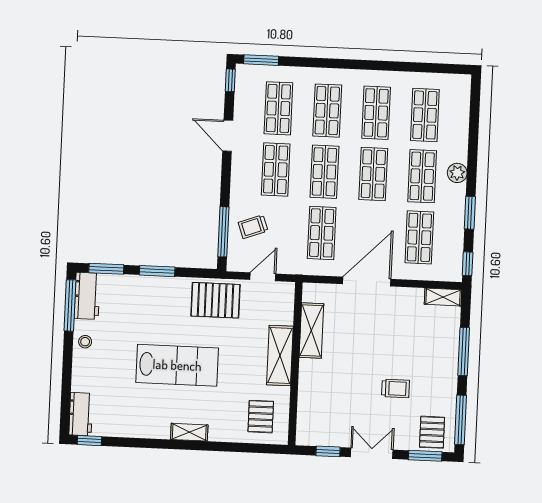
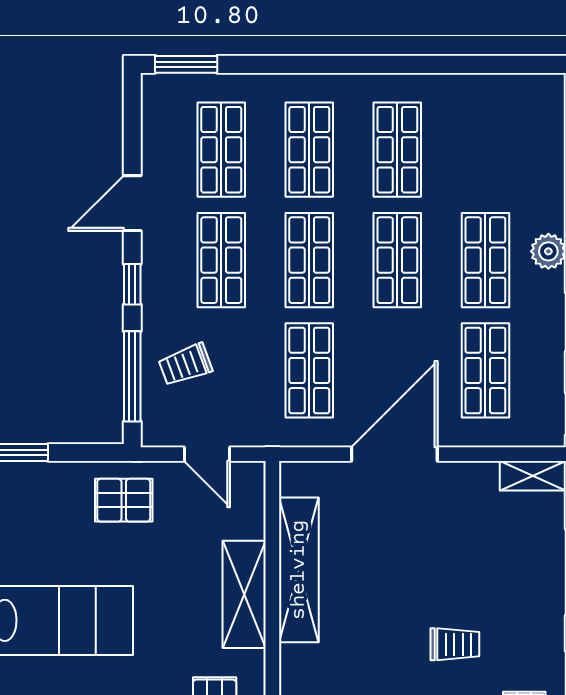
window: (230, 80) -> (132, 284), moved
shop shelf: (425, 115) -> (485, 150), removed
door: (228, 136) -> (132, 203), hinge flipped
door: (263, 277) -> (207, 454), swing flipped
pallet: (216, 300) -> (124, 500), width x0.67, depth x0.71
shelving: (311, 330) -> (299, 570), width x1.47

